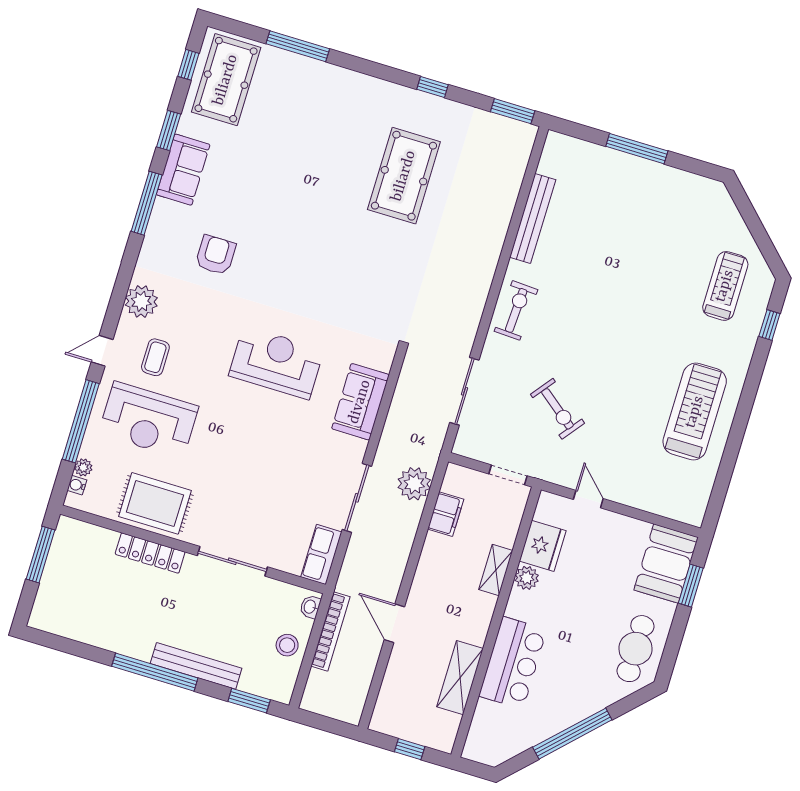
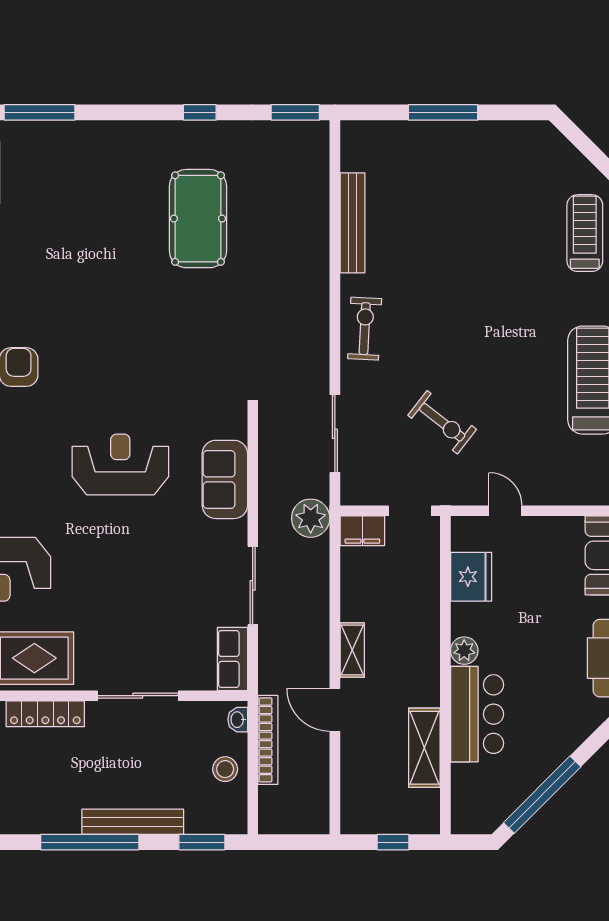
plant: (414, 484) -> (311, 518), moved
filing cabinet: (446, 514) -> (362, 531), moved, turned 90
shelving: (496, 570) -> (352, 650), moved
plant: (527, 578) -> (464, 651), moved
window: (572, 734) -> (542, 795), moved

